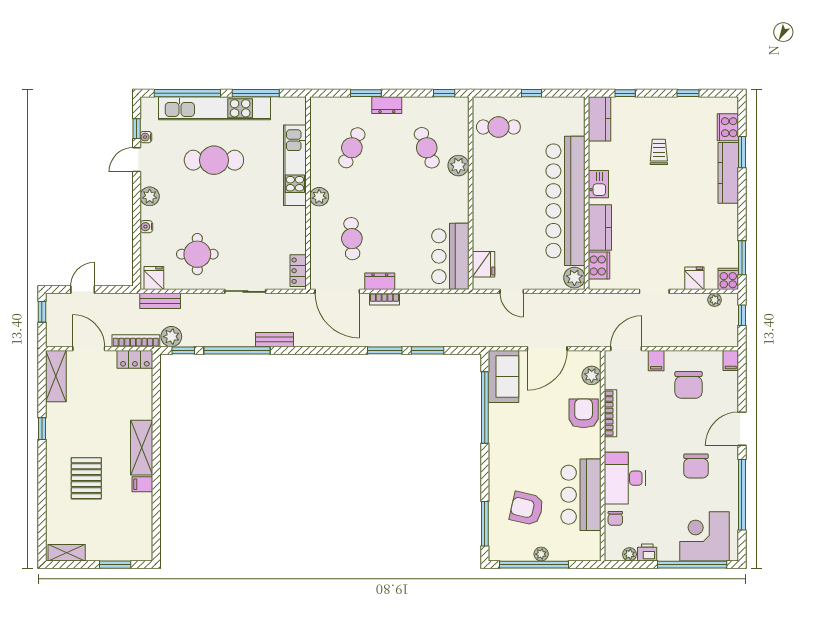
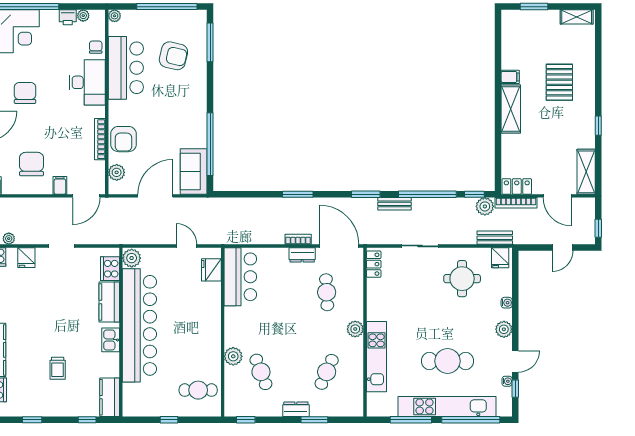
window: (428, 350) -> (366, 194), moved
plant: (541, 554) -> (115, 16), moved

